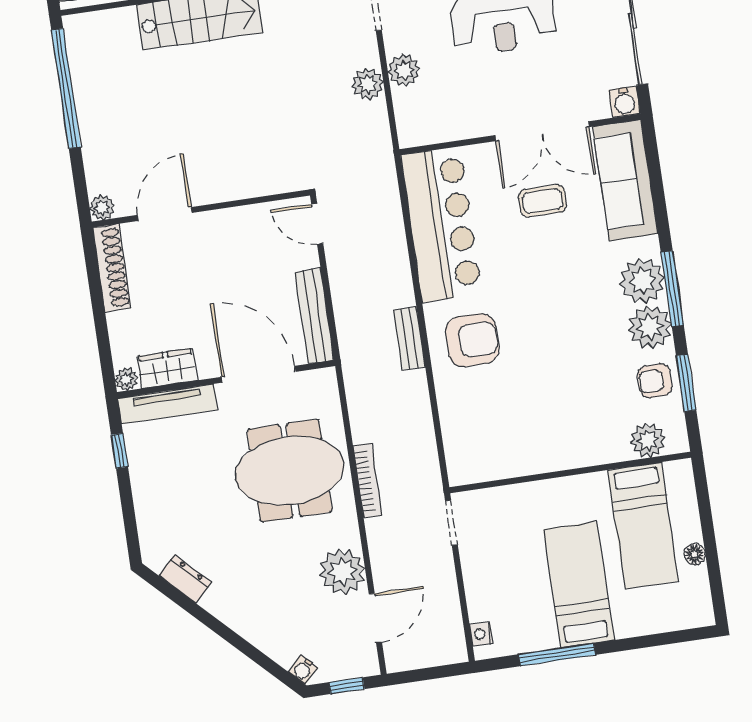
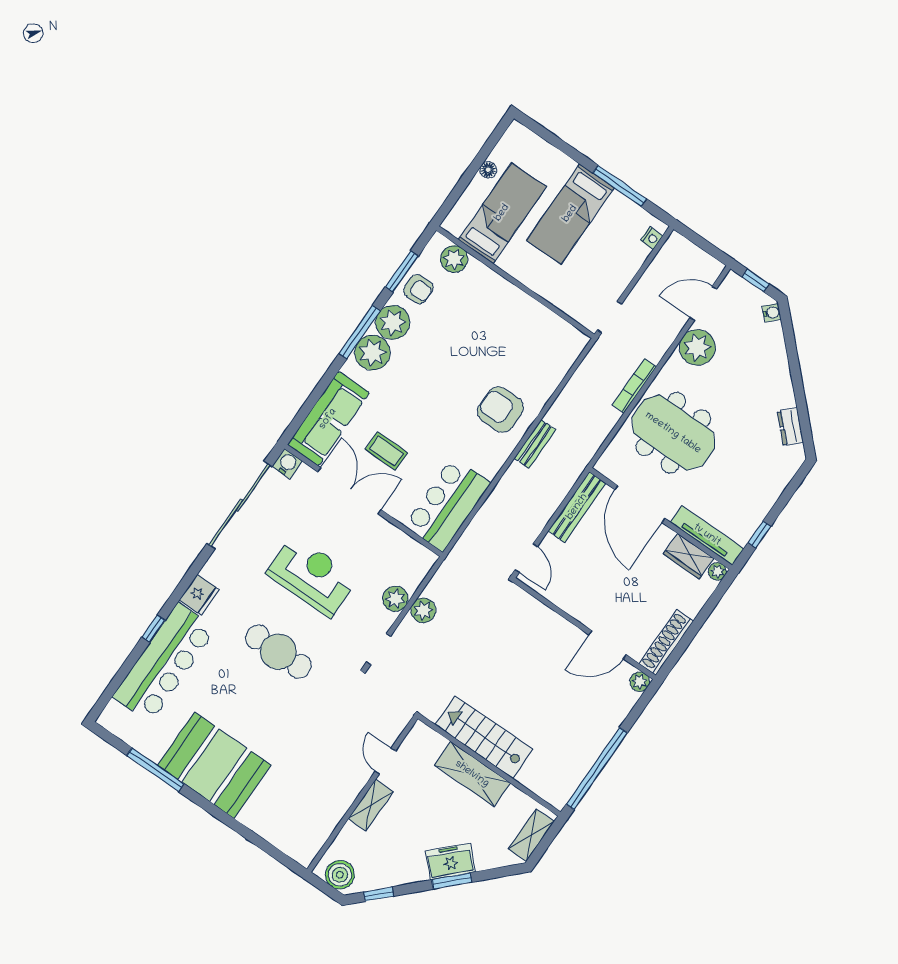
bar counter: (441, 225) -> (448, 504), width x0.73

